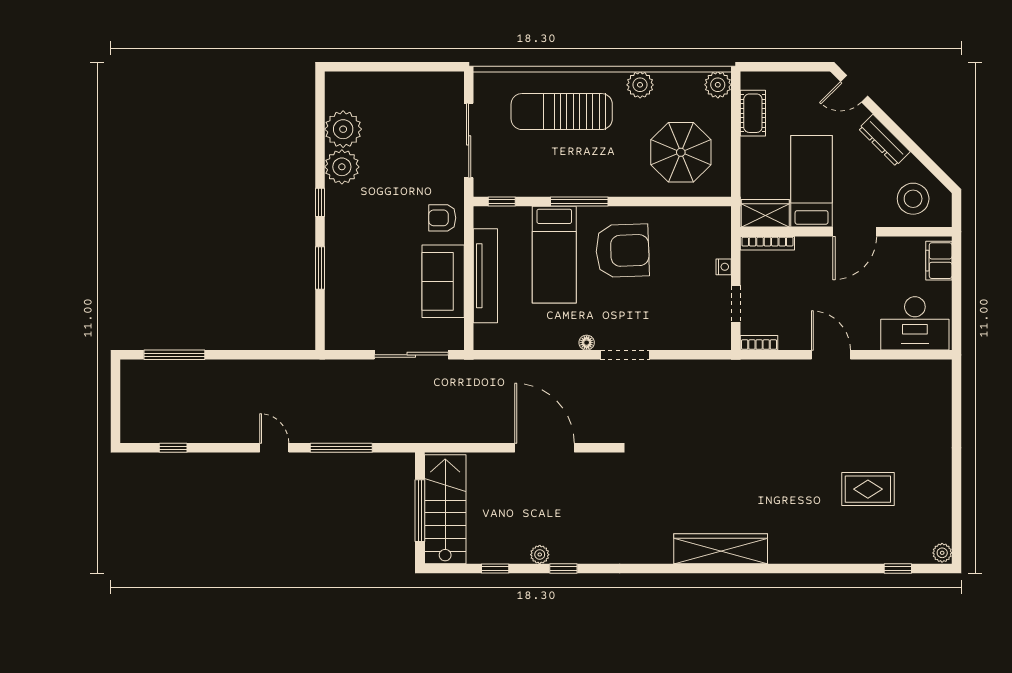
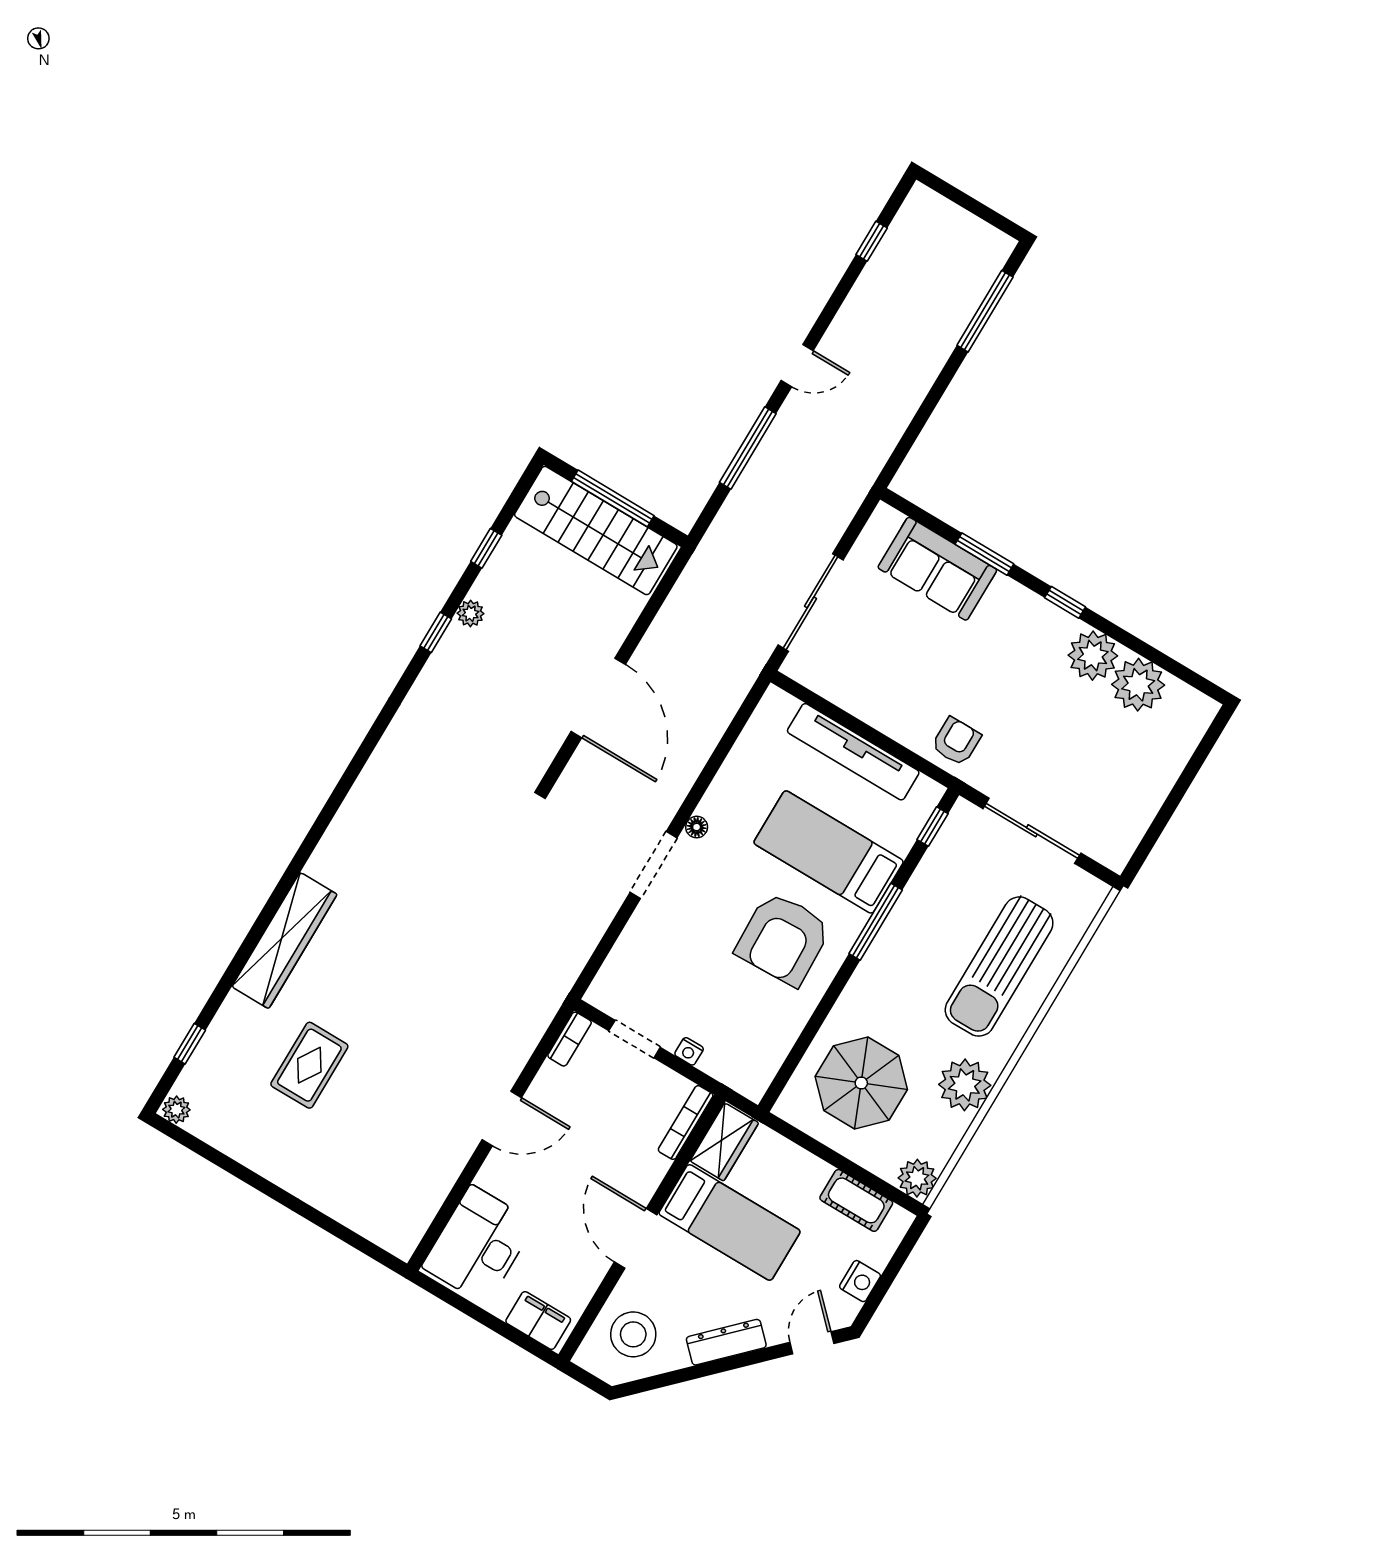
nightstand: (800, 82) -> (860, 1281), added
plant: (640, 85) -> (965, 1085), width x1.36, depth x1.36
sun lounger: (562, 112) -> (999, 967), turned 180
sofa: (443, 281) -> (937, 569), moved, turned 180
door: (545, 448) -> (598, 698), hinge flipped
wardrobe: (721, 549) -> (284, 940), moved

